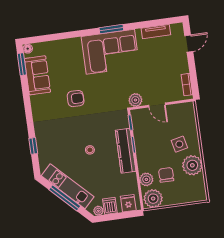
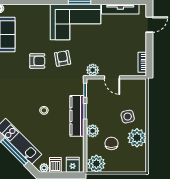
tv unit: (156, 32) -> (120, 9), width x1.41
armchair: (102, 92) -> (63, 58), added
plant: (146, 179) -> (93, 131), moved

